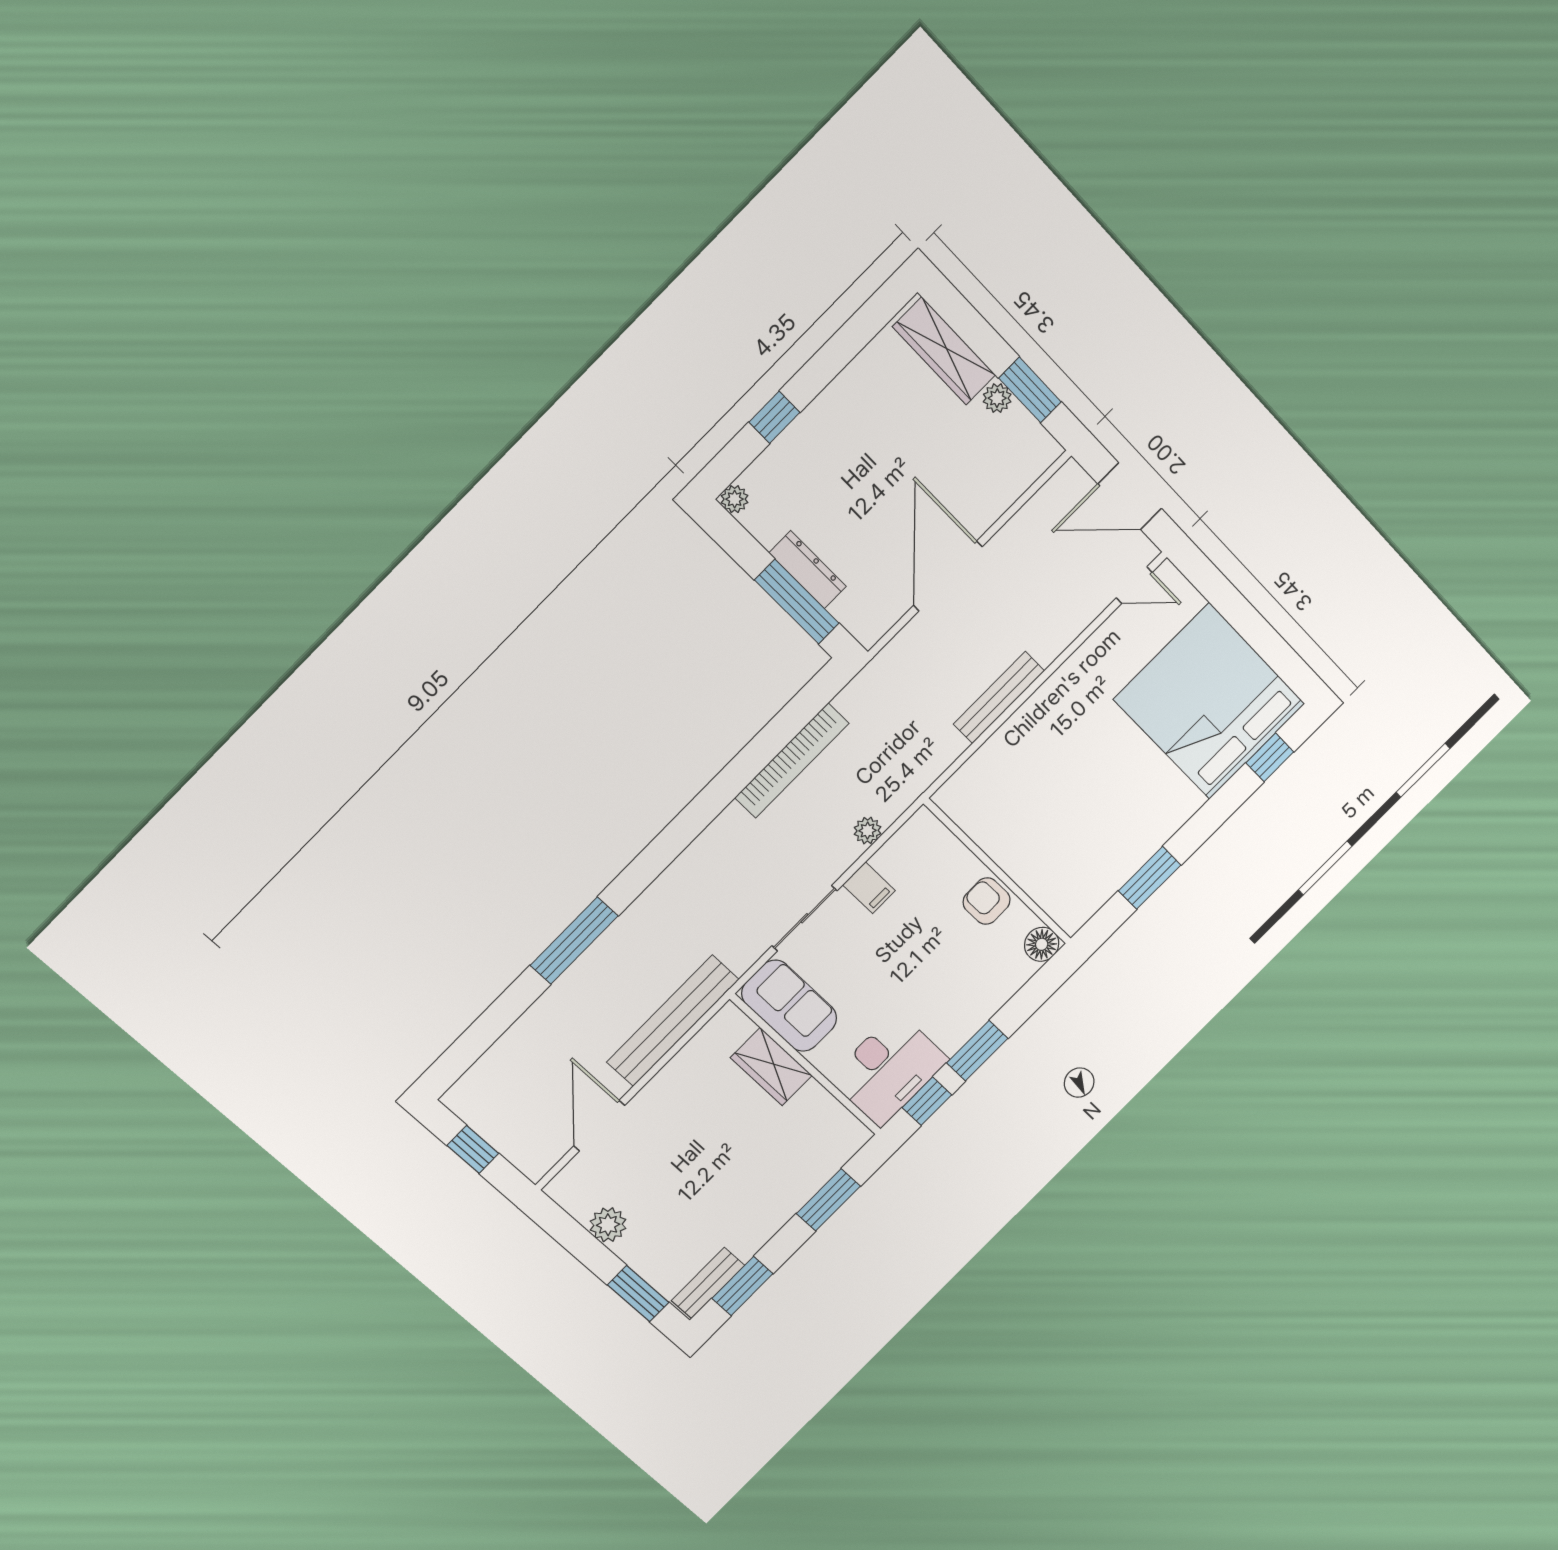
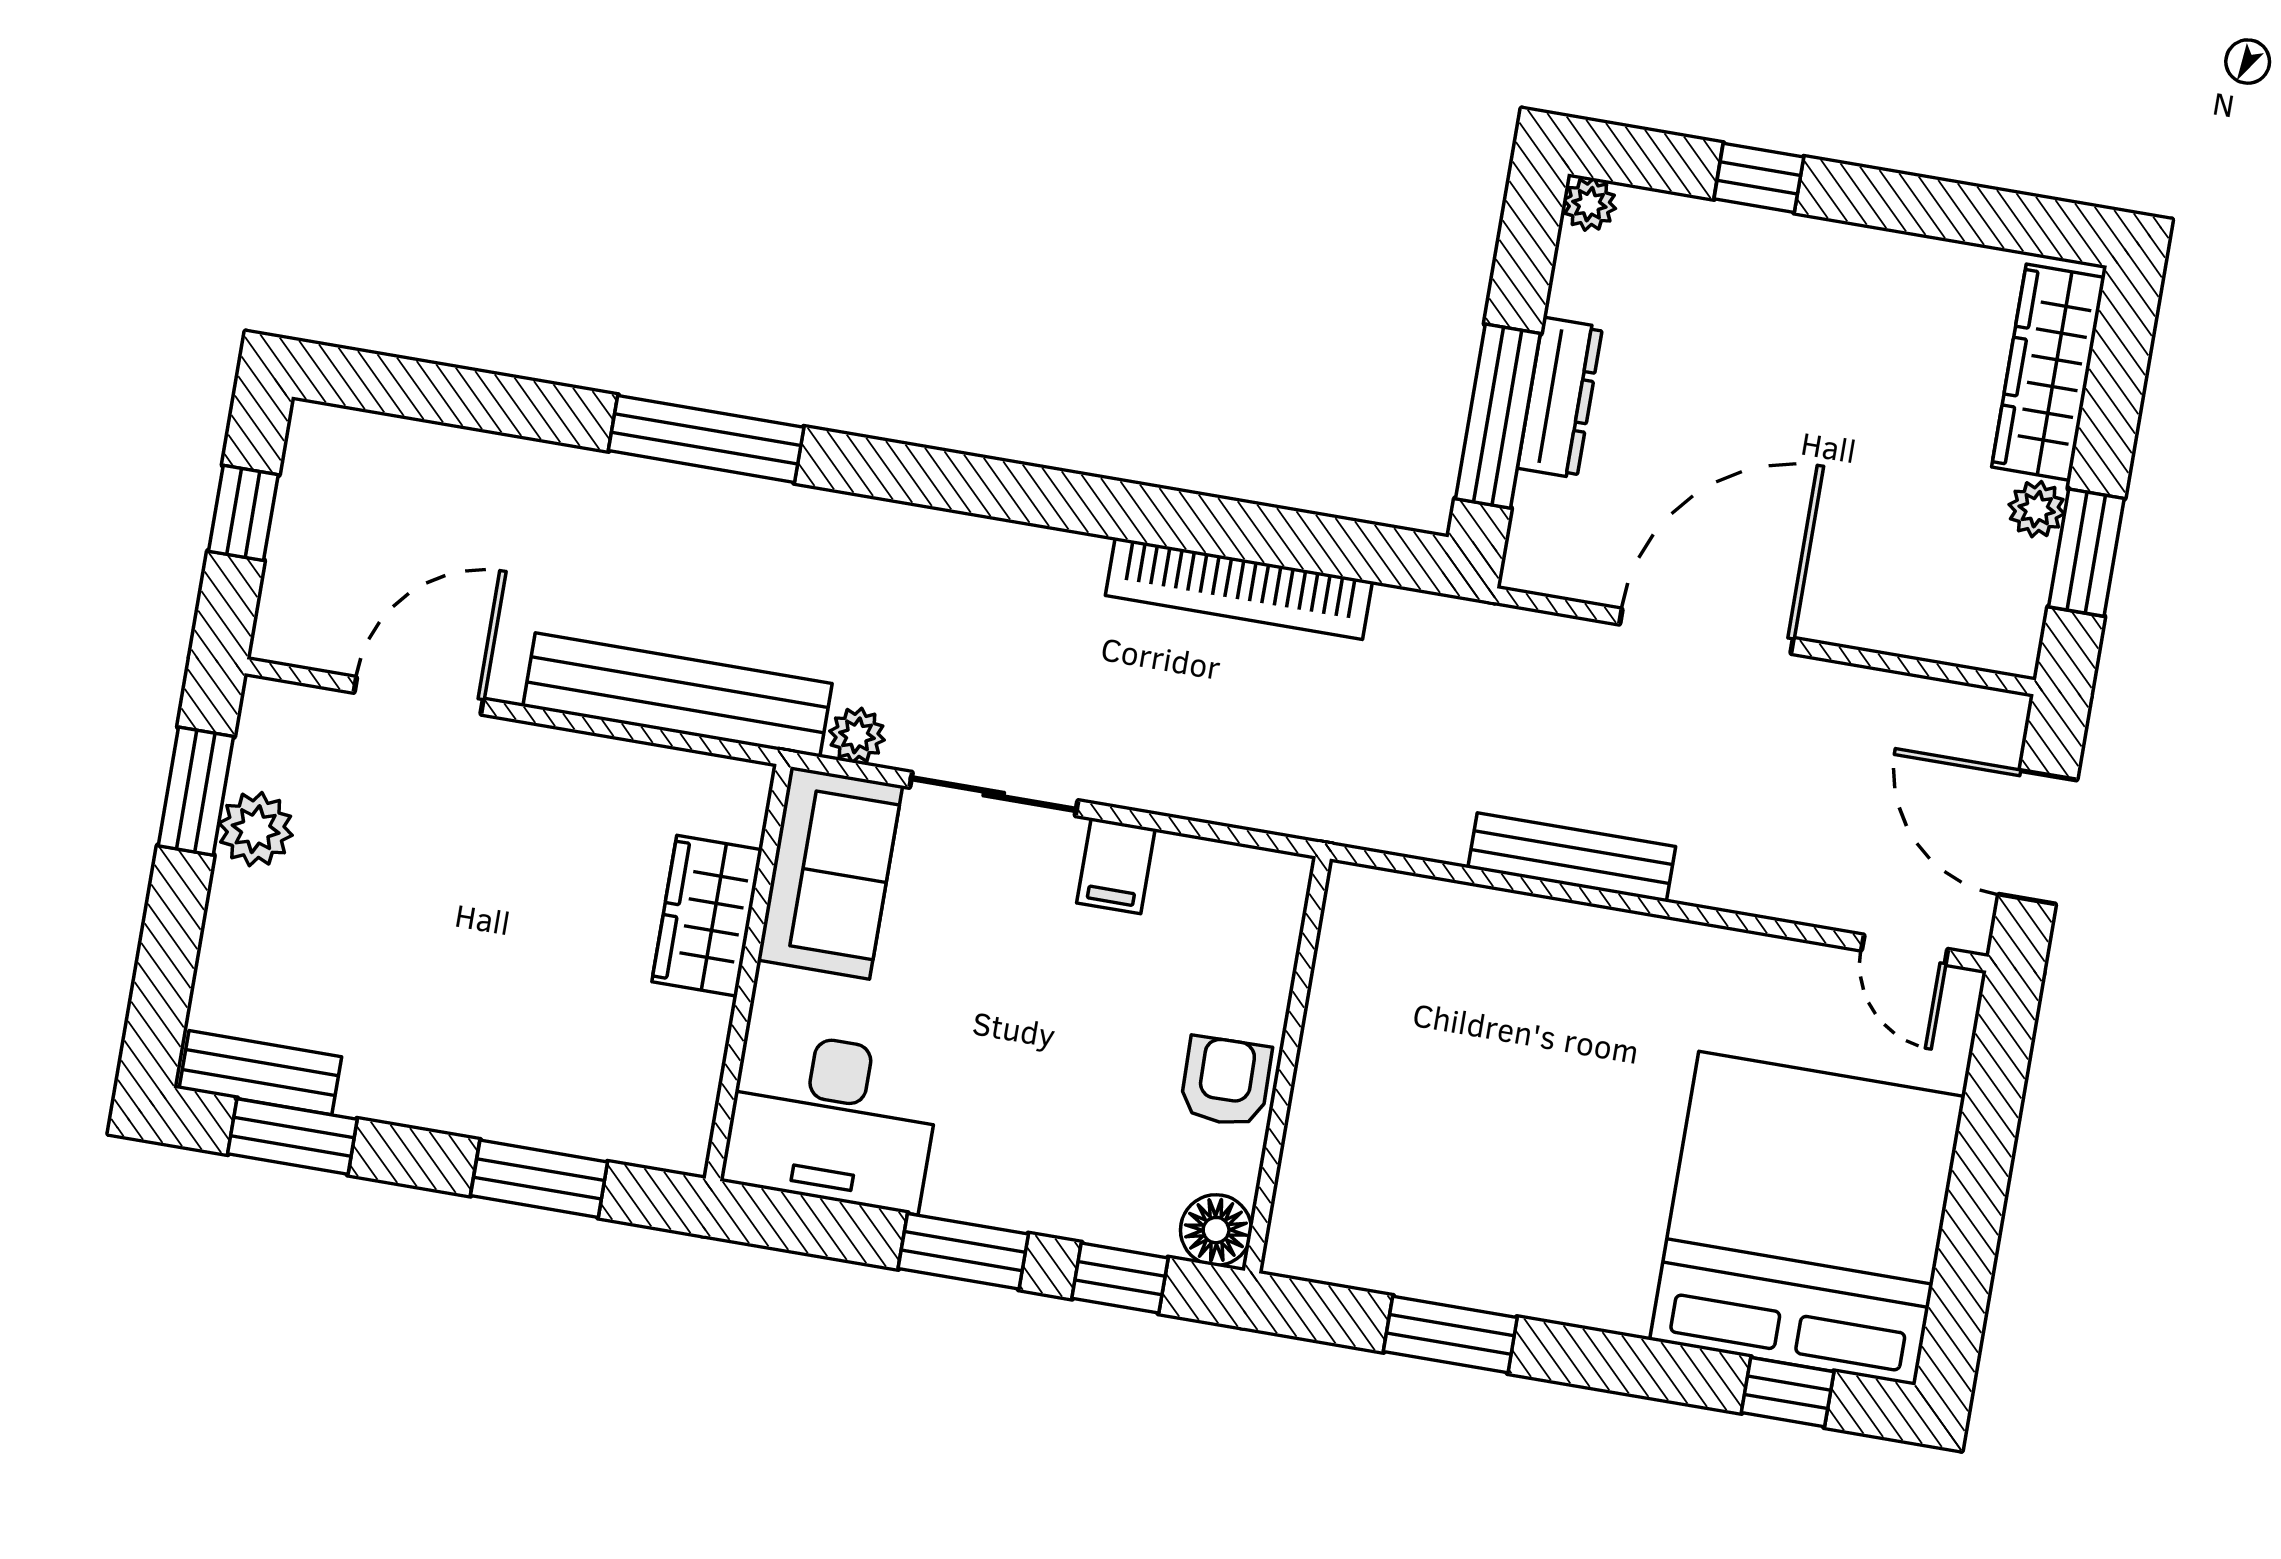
plant: (868, 831) -> (857, 735), moved
window: (927, 1101) -> (1120, 1278), moved
window: (638, 1294) -> (196, 791), moved

